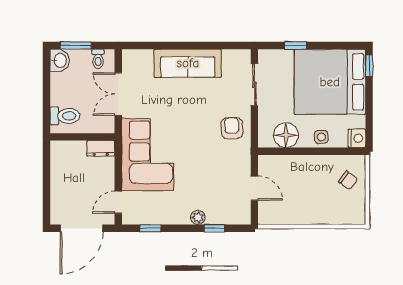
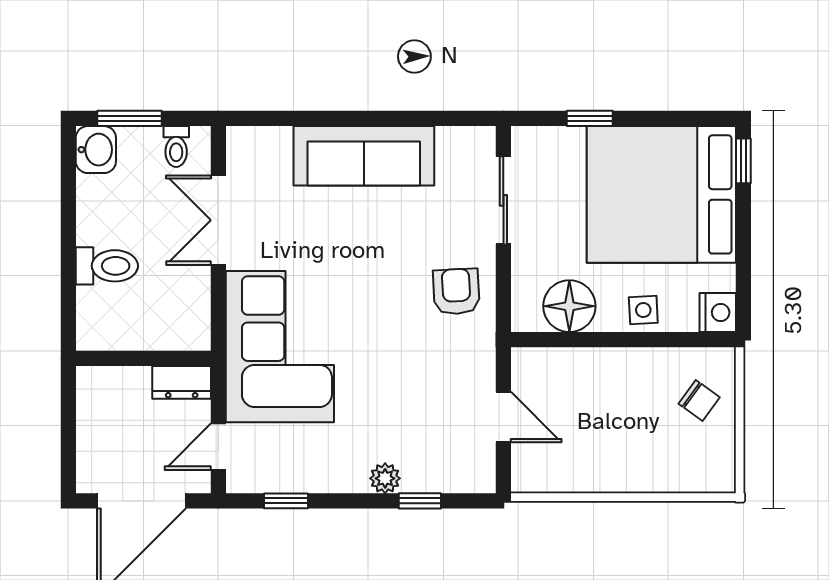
wall: (82, 137) -> (143, 358), moved
dresser: (101, 148) -> (182, 382), moved

